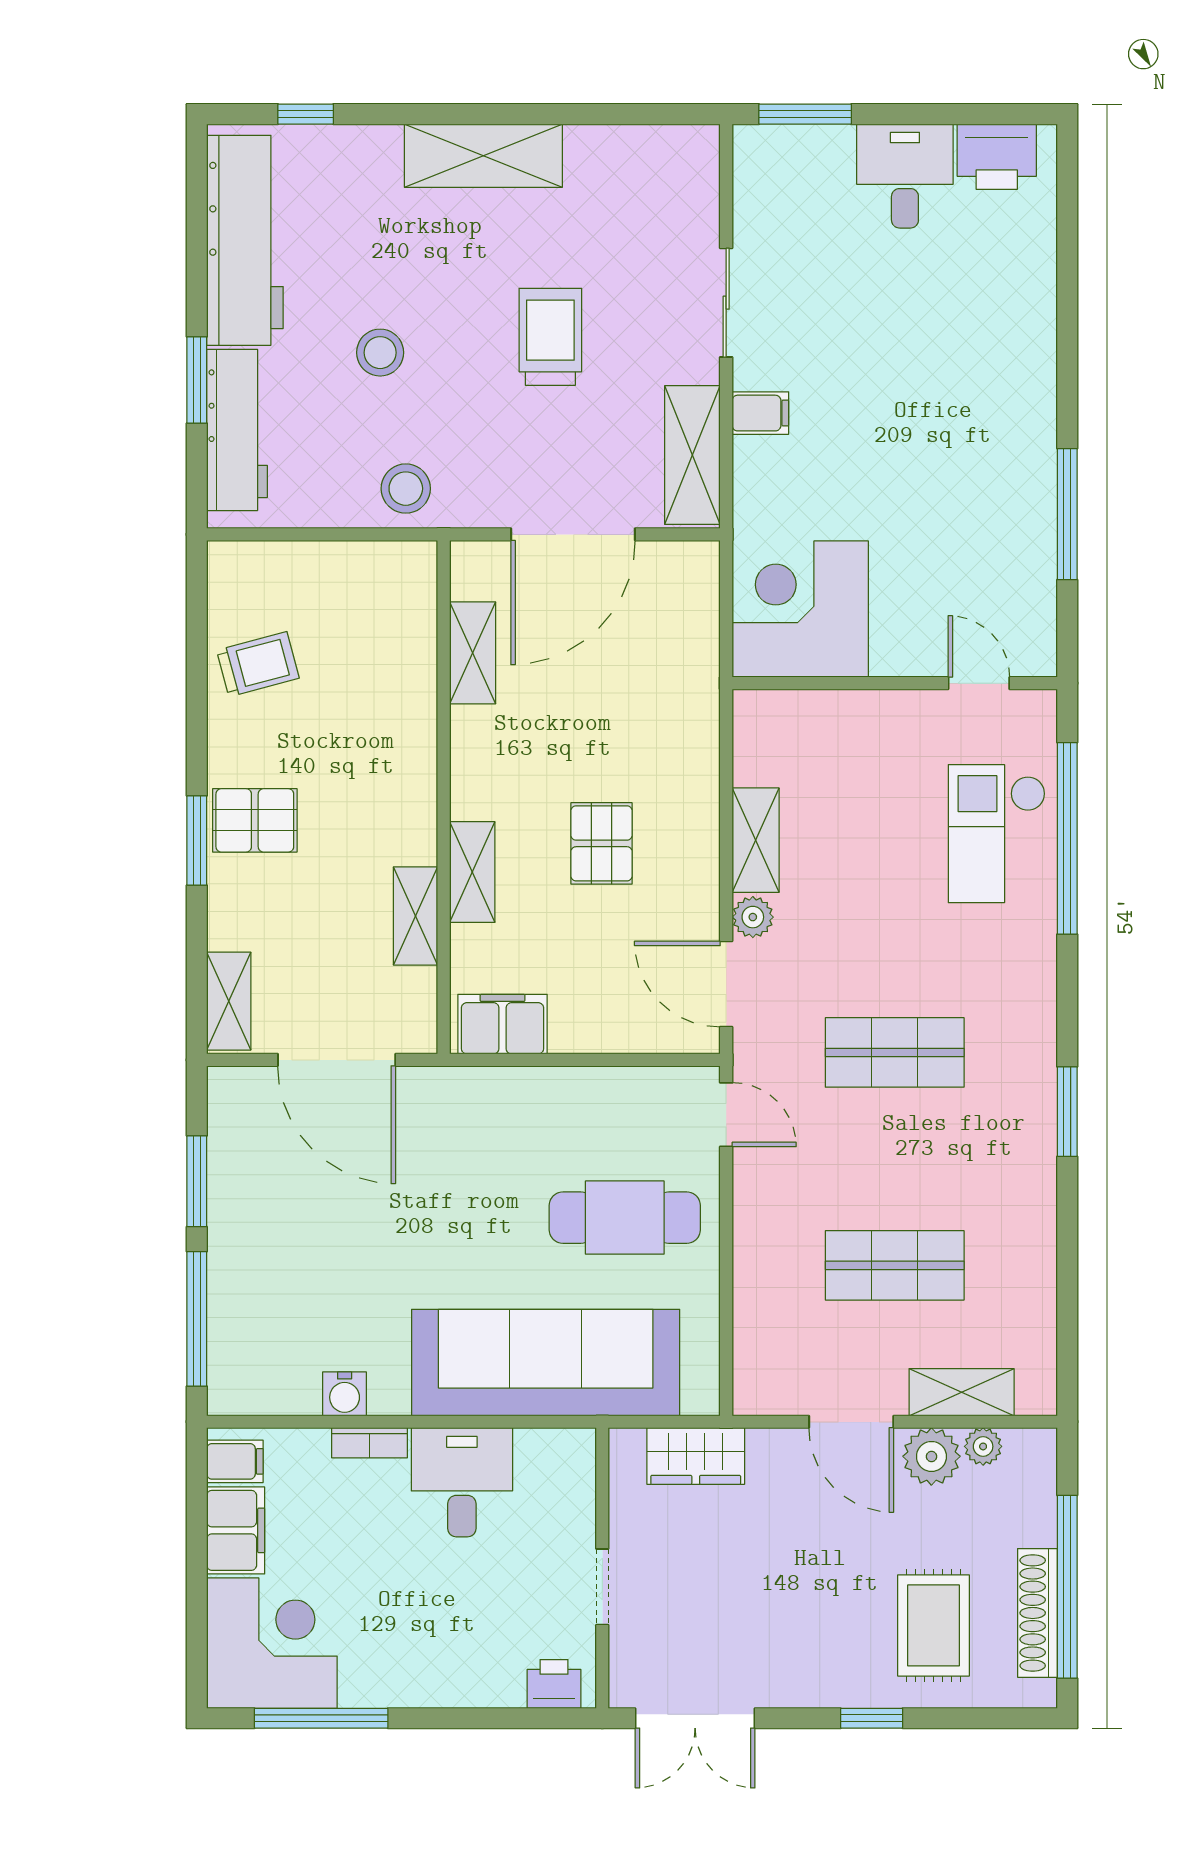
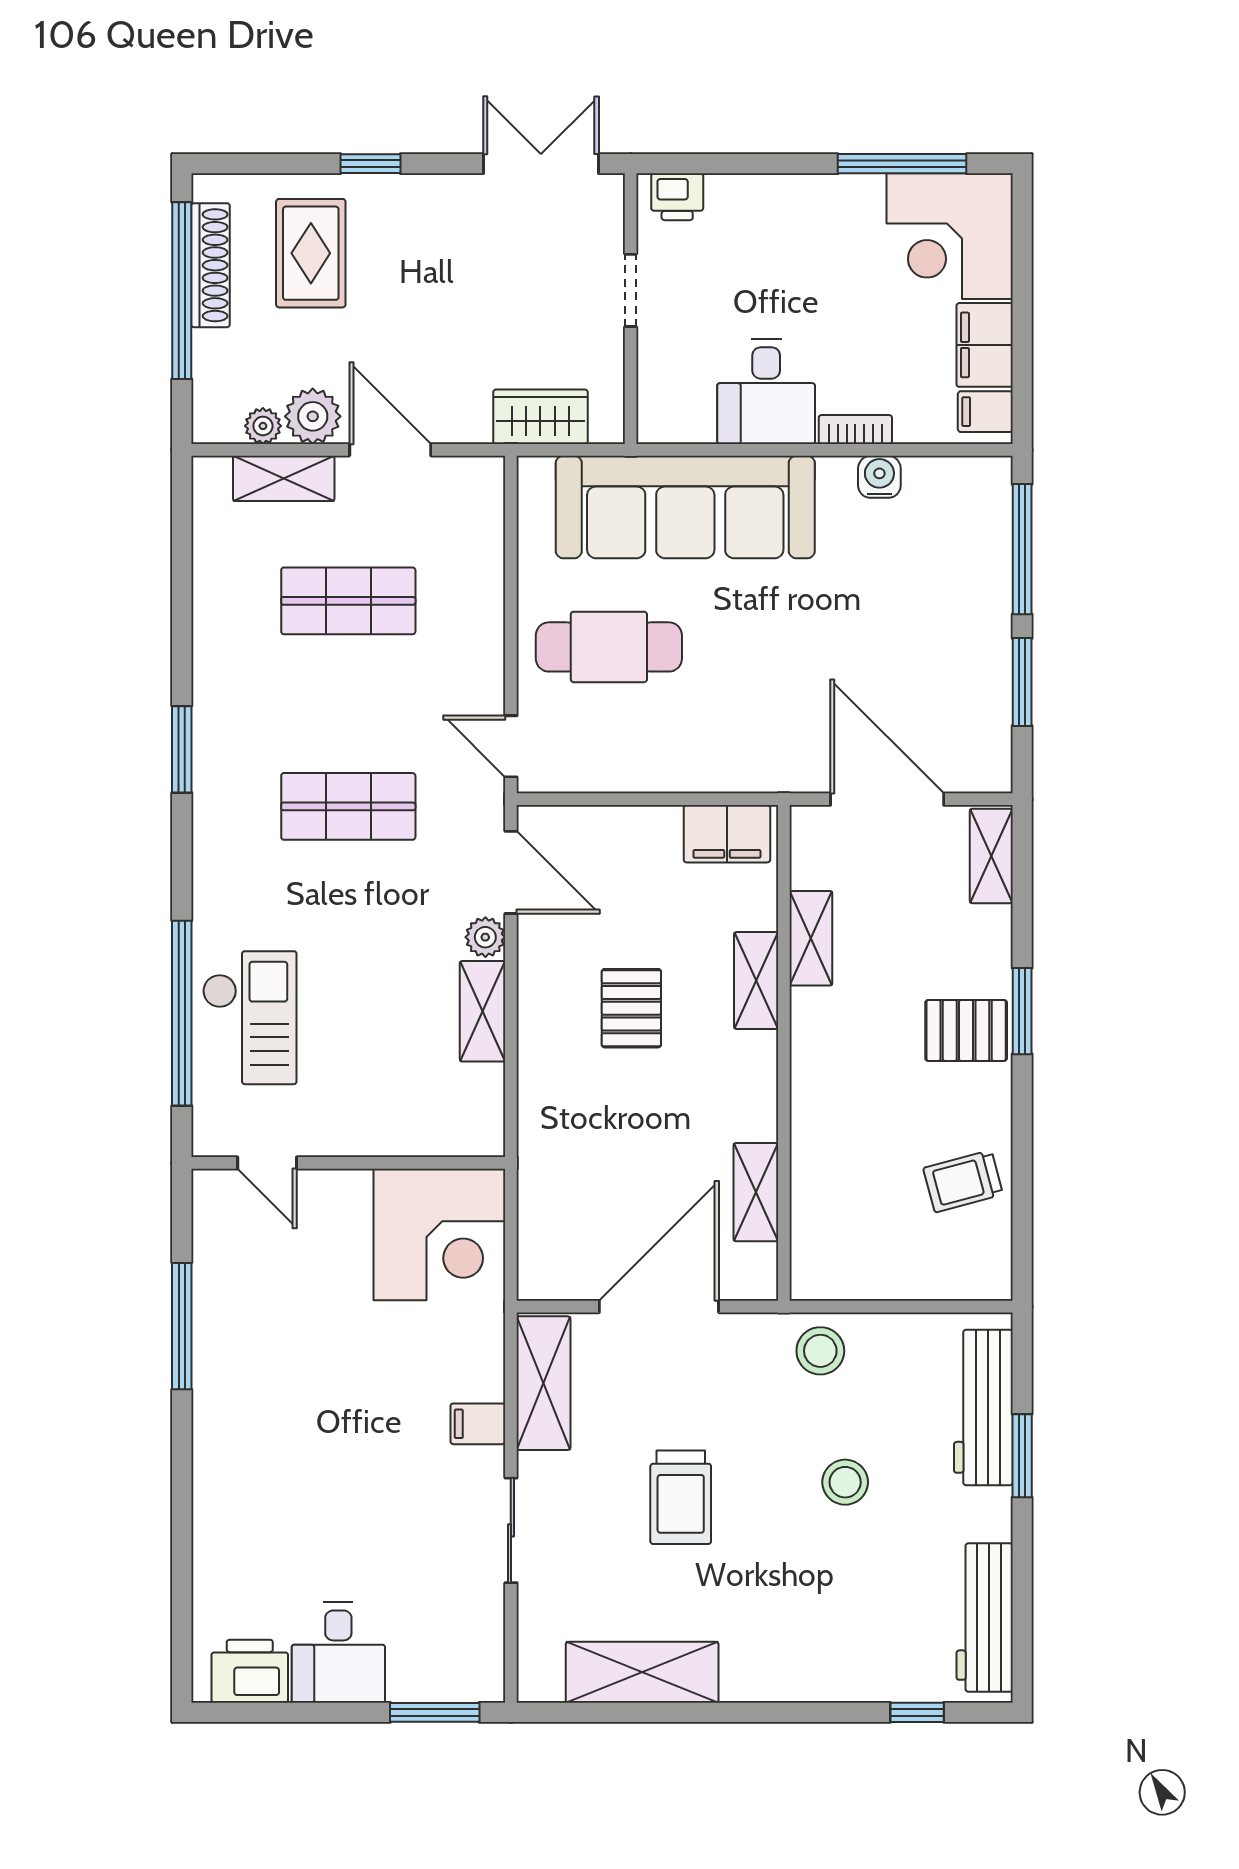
shelving: (483, 156) -> (642, 1672), moved
workbench: (245, 240) -> (985, 1618), width x0.73, depth x0.76

